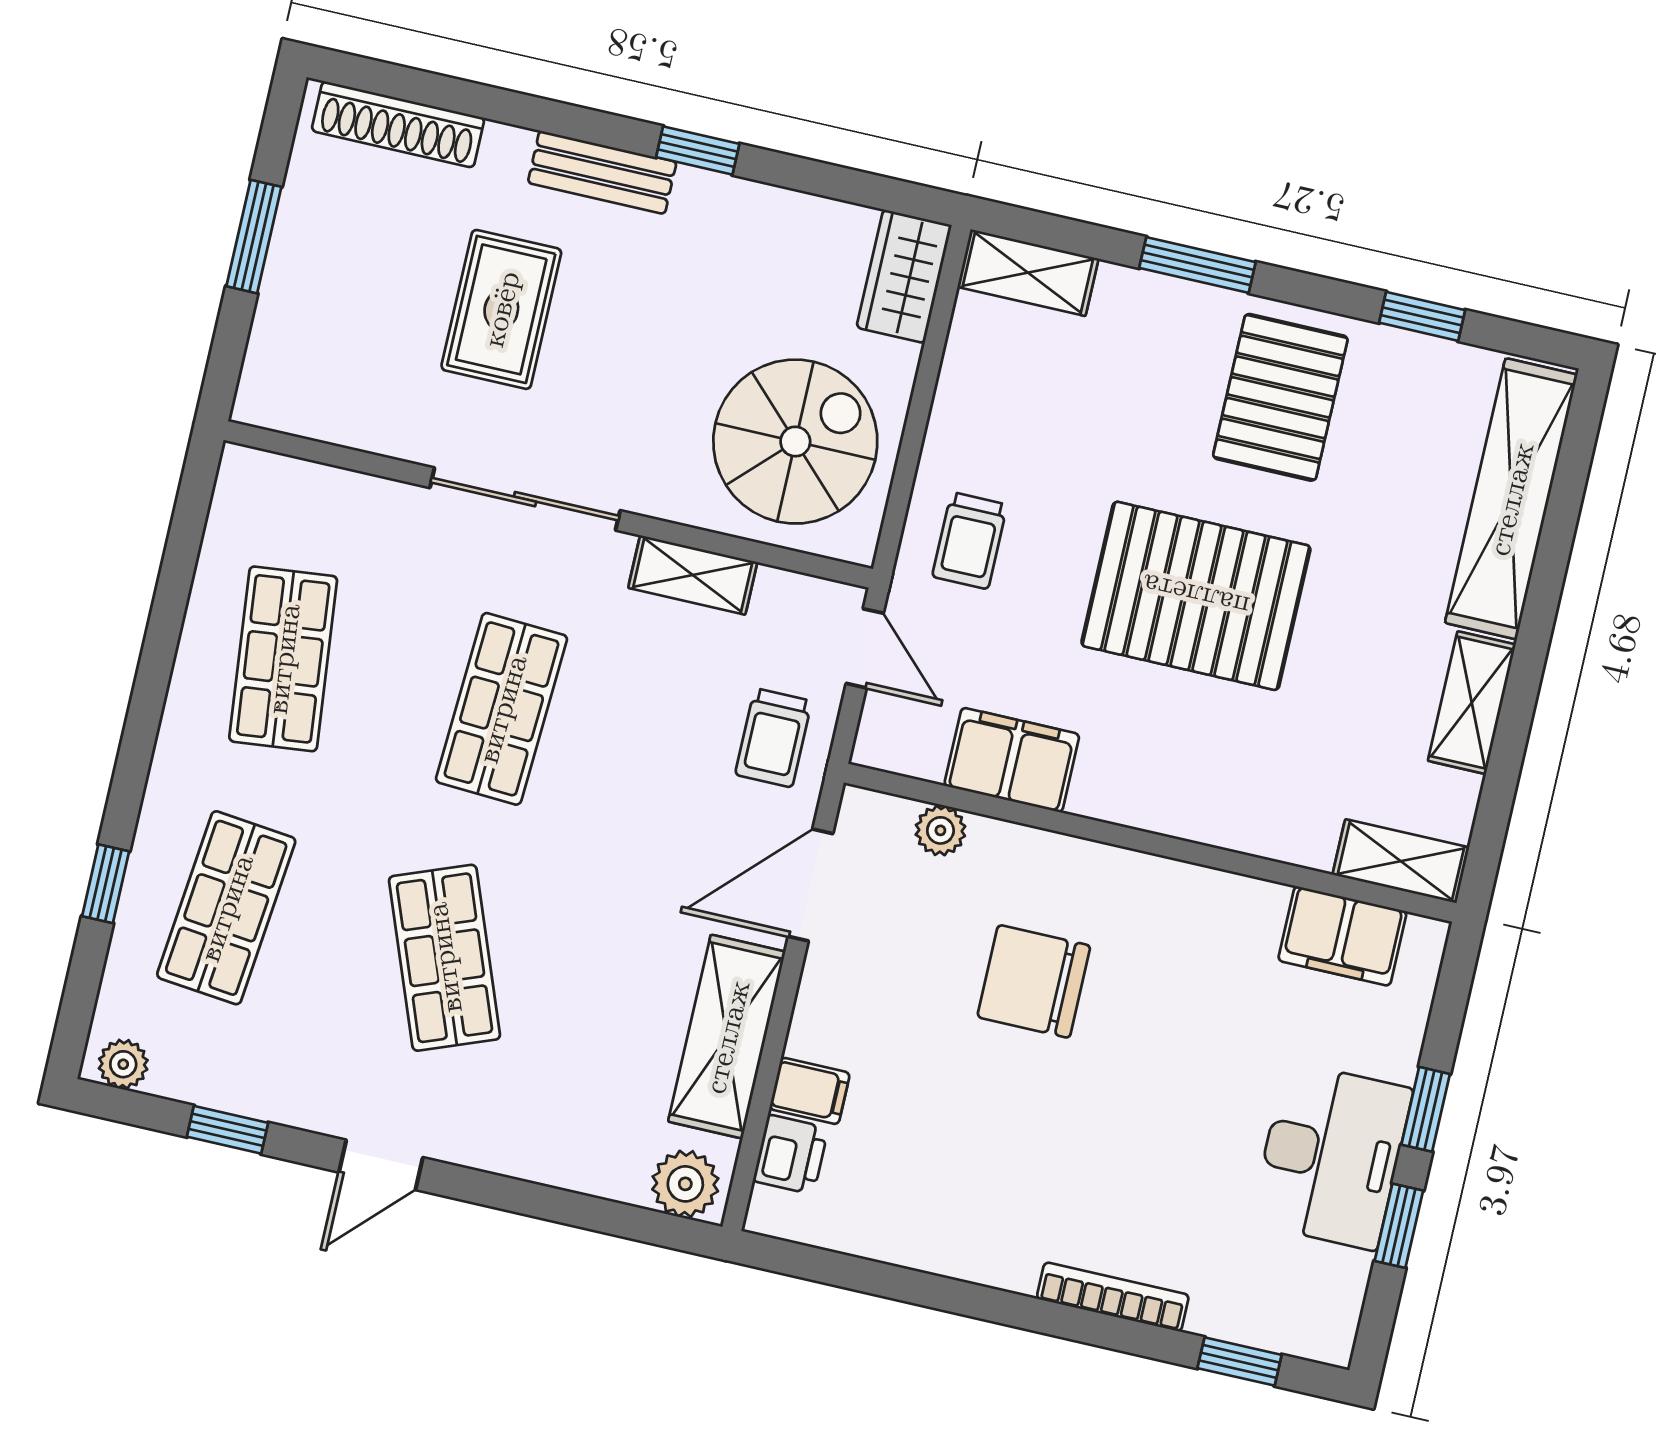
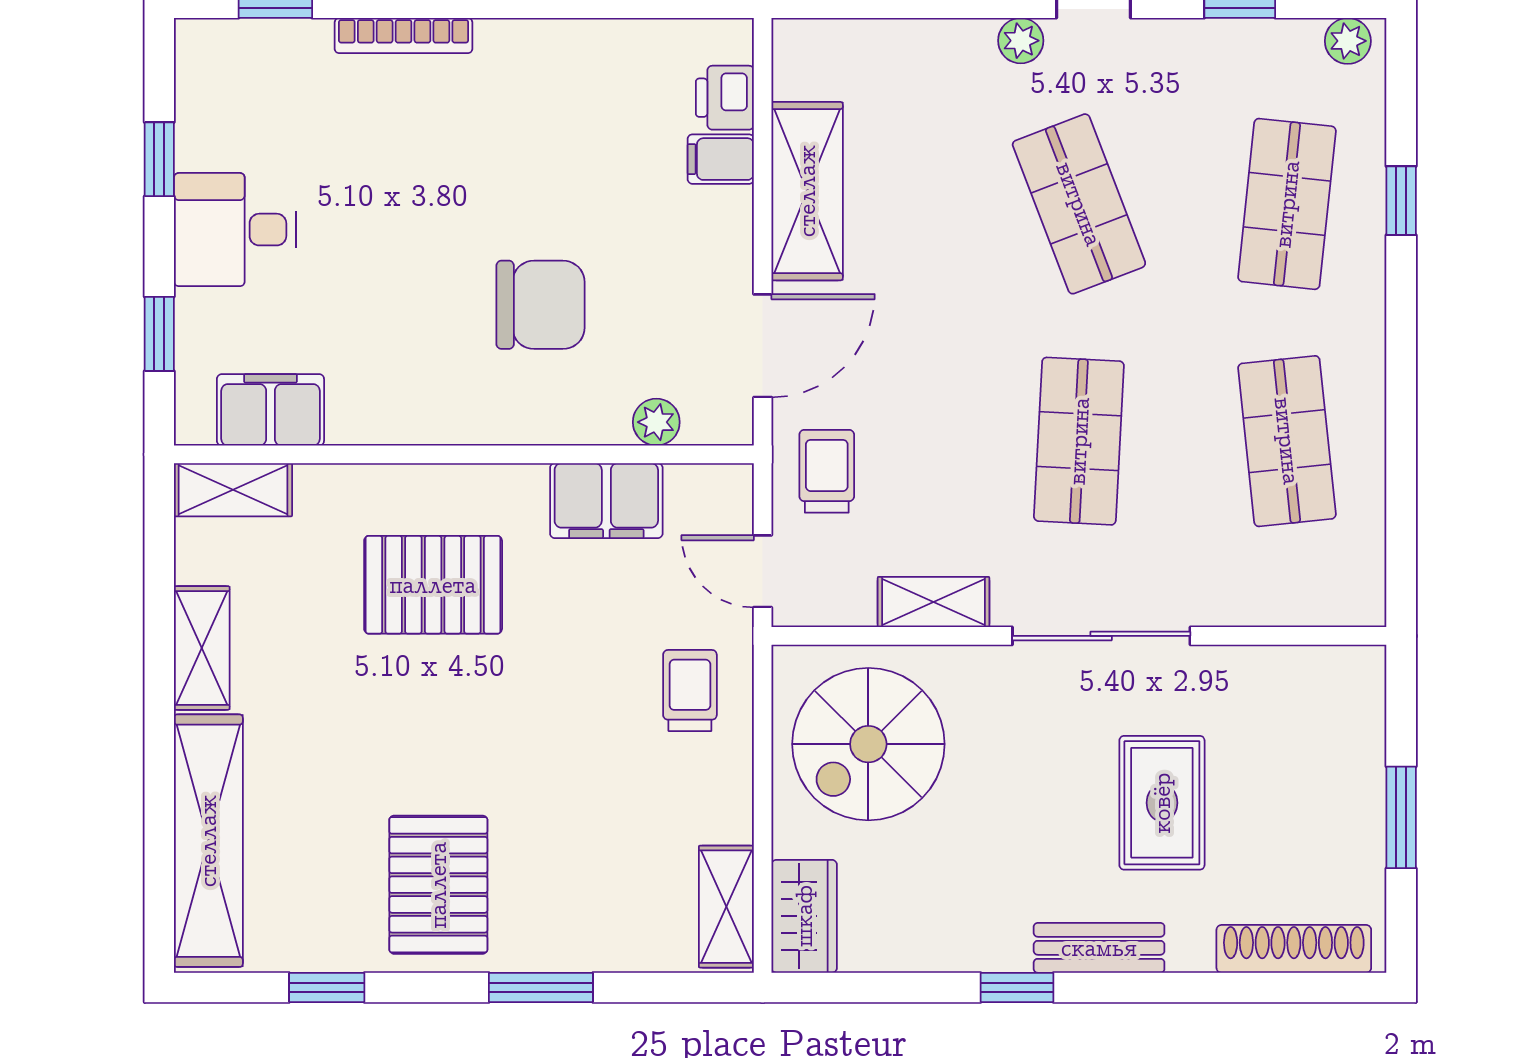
shelving: (1028, 273) -> (726, 907), moved, turned 90
pallet: (1196, 596) -> (433, 585), moved, width x0.73, depth x0.71
window: (1426, 1109) -> (159, 334), moved
desk: (1331, 1156) -> (235, 230), width x0.73
plant: (685, 1184) -> (1021, 41), moved, width x0.73, depth x0.73

